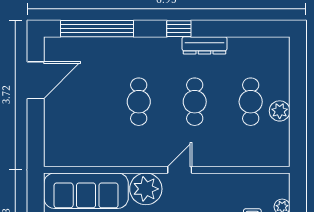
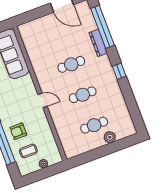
dresser: (204, 45) -> (98, 43), moved
plant: (280, 111) -> (110, 137), moved
plant: (146, 189) -> (25, 86), removed

